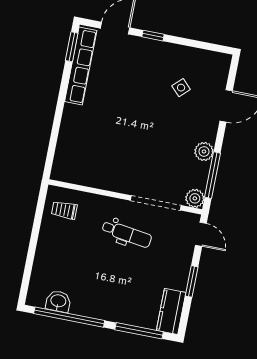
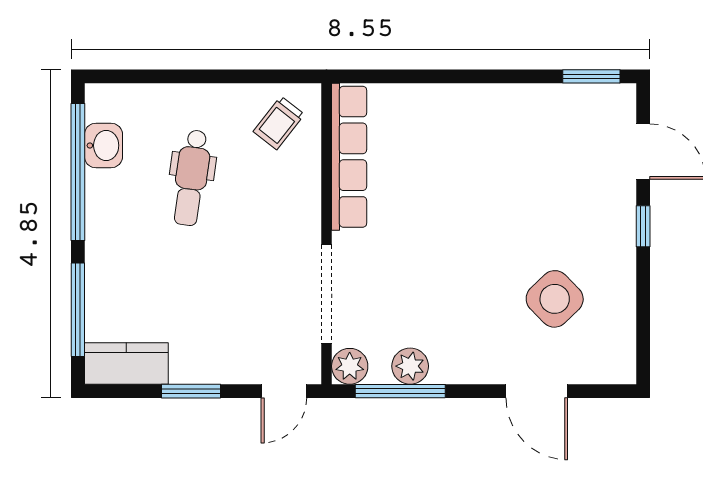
row of seats: (81, 66) -> (349, 157), moved, turned -90
side table: (181, 88) -> (555, 299), width x1.87, depth x1.87
plant: (204, 151) -> (410, 366), moved
trolley: (64, 210) -> (279, 123), turned -142
dental chair: (127, 234) -> (191, 178), moved

